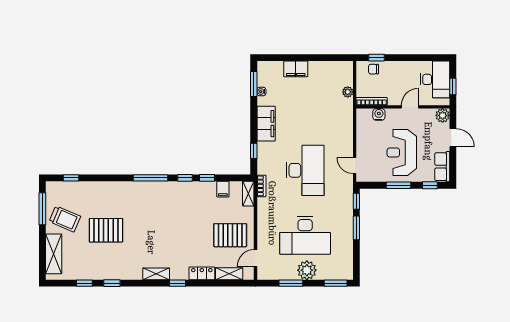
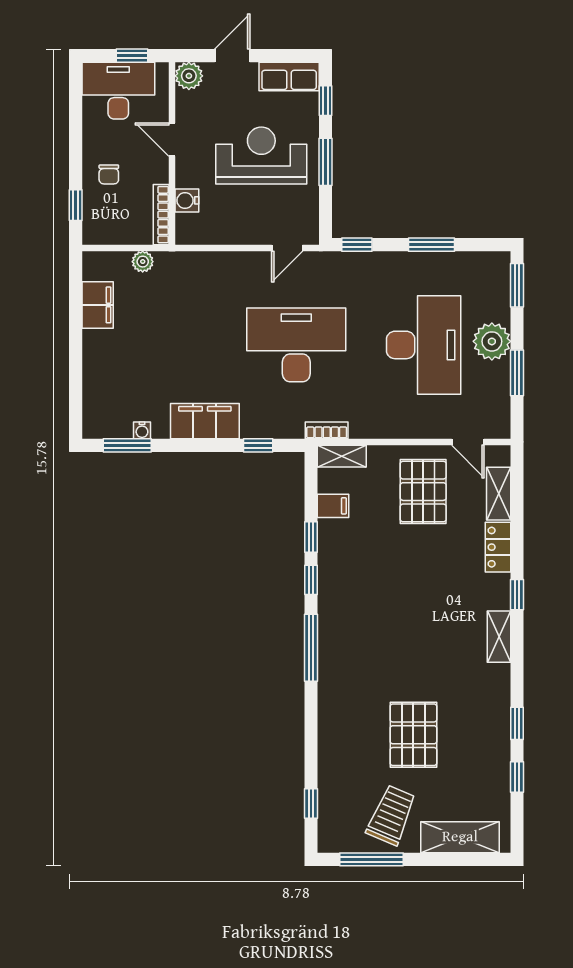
filing cabinet: (296, 69) -> (98, 305), moved
chair: (374, 69) -> (109, 174), moved
reception desk: (402, 152) -> (261, 156), turned 180
window: (356, 228) -> (432, 245), moved

